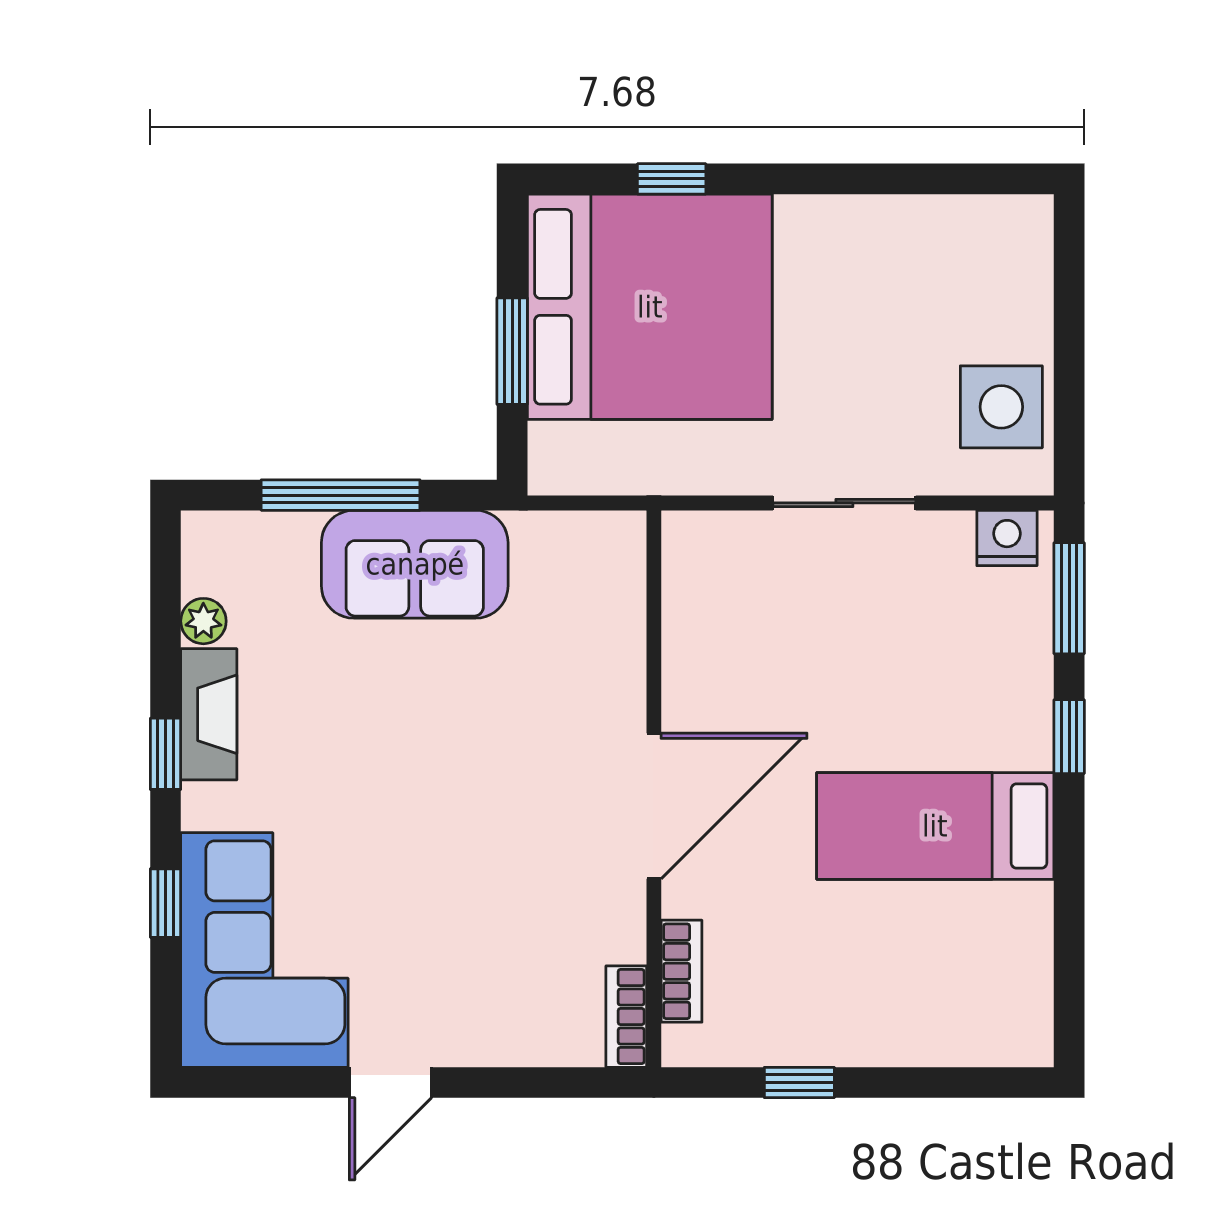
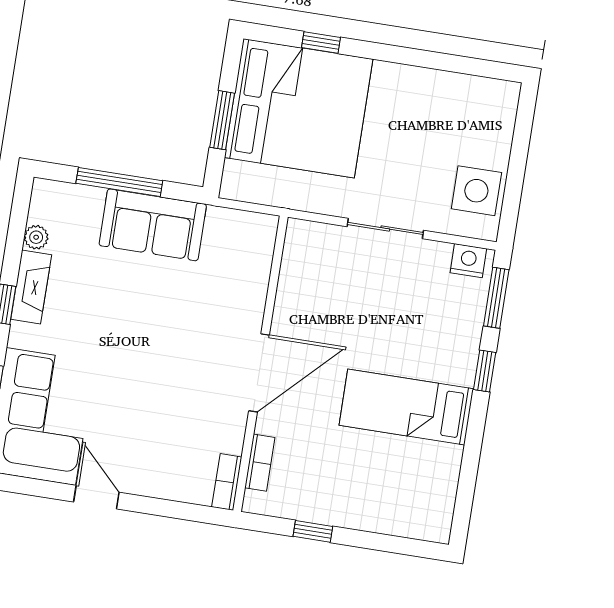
door: (390, 1082) -> (96, 497), swing flipped

